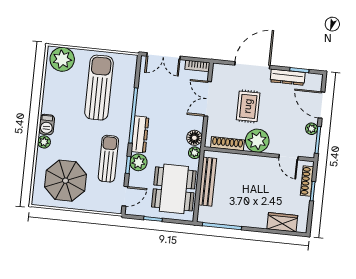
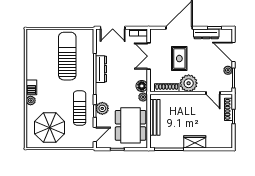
plant: (62, 59) -> (38, 38), removed
dresser: (140, 134) -> (101, 69), moved
wardrobe: (282, 222) -> (195, 142), moved

